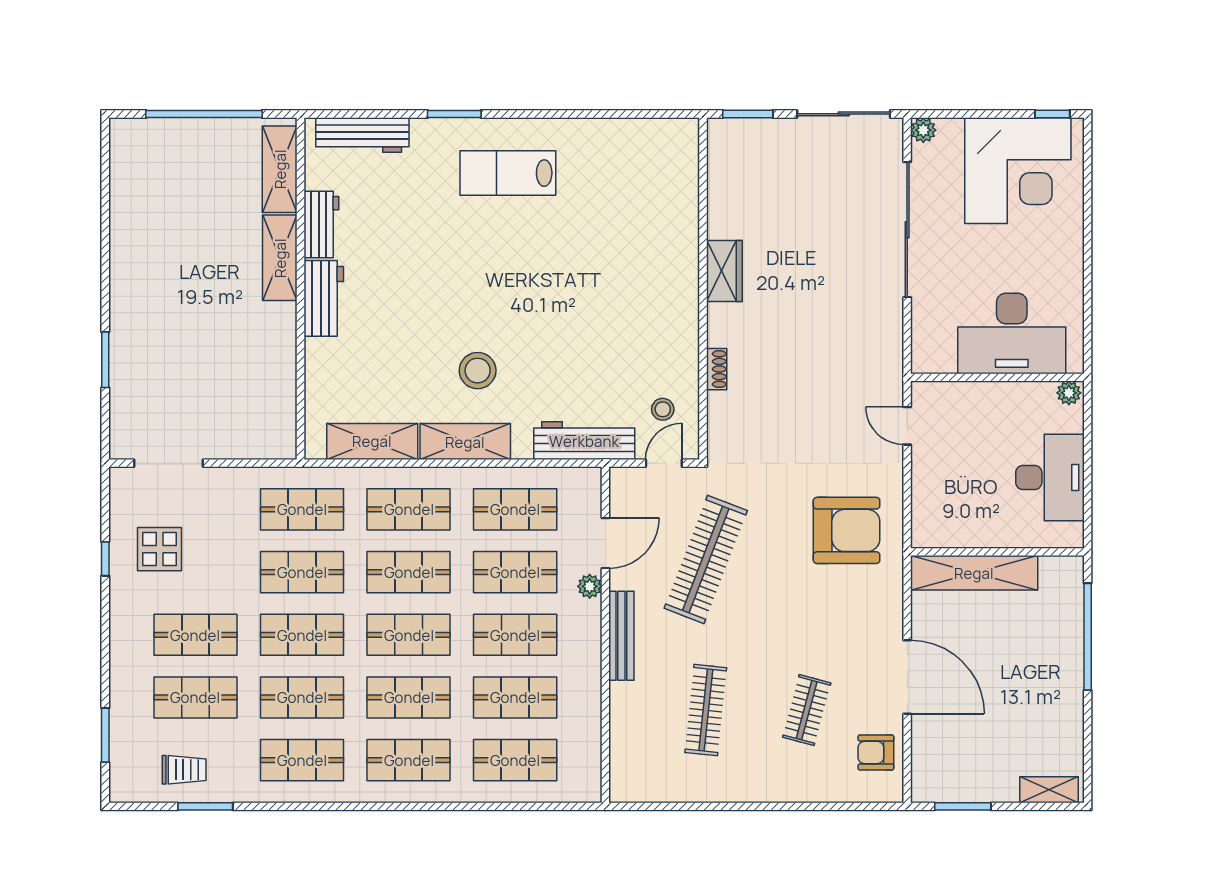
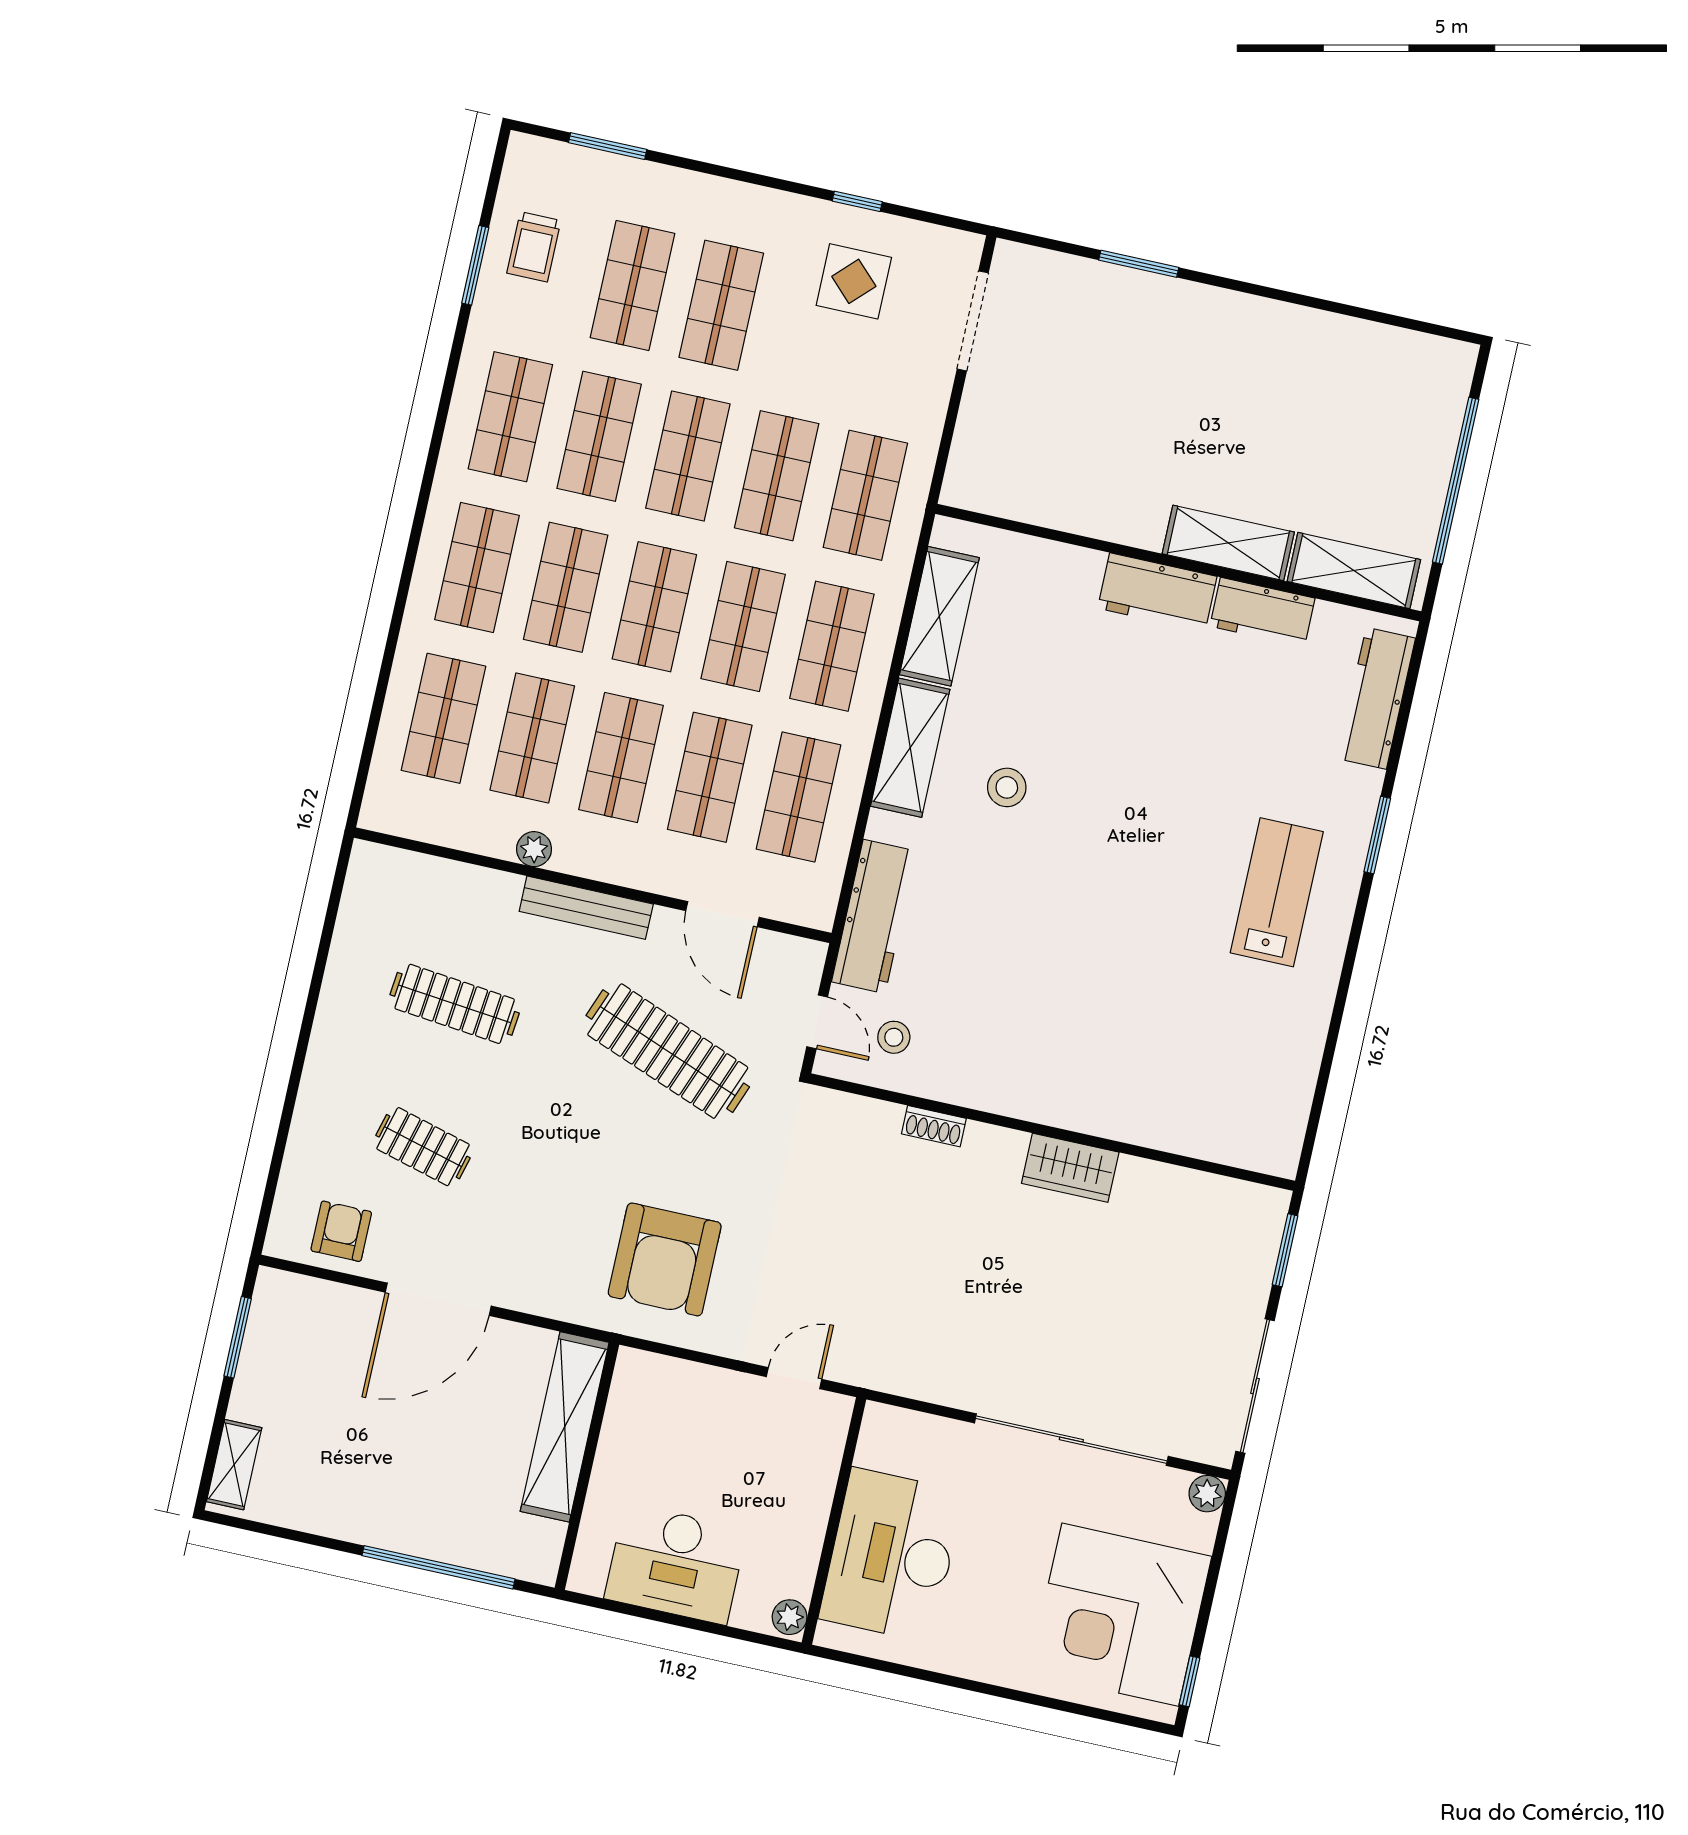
stool: (478, 371) -> (1007, 787), width x0.73, depth x0.73
plant: (590, 586) -> (534, 849), moved

